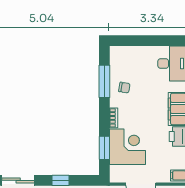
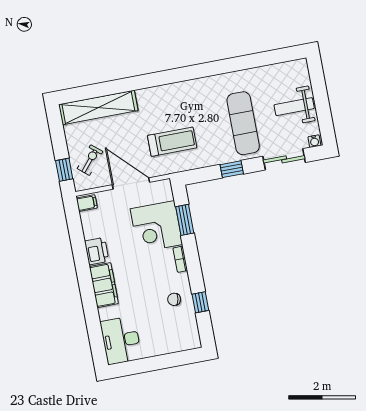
window: (104, 81) -> (200, 302), width x0.46

